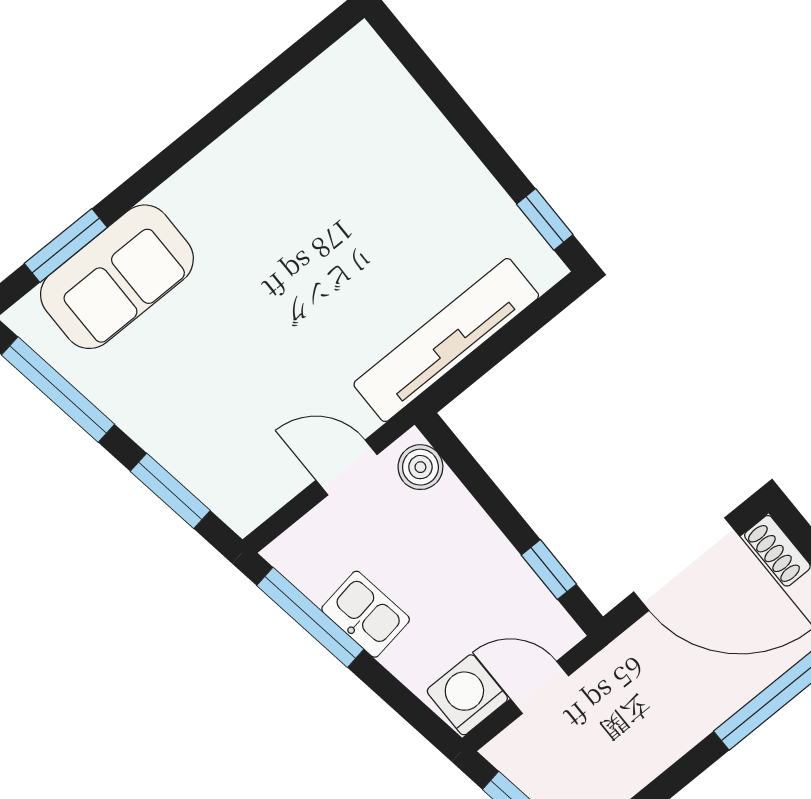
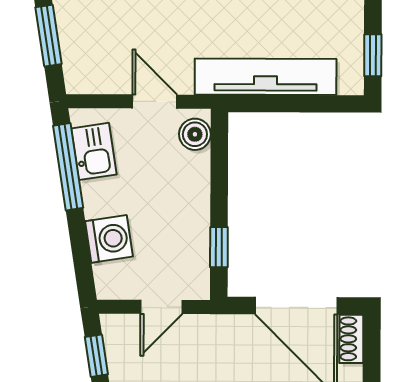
kitchen sink: (366, 614) -> (94, 151), moved
door: (540, 687) -> (161, 307), swing flipped
washing machine: (467, 695) -> (109, 239), moved, turned 81

